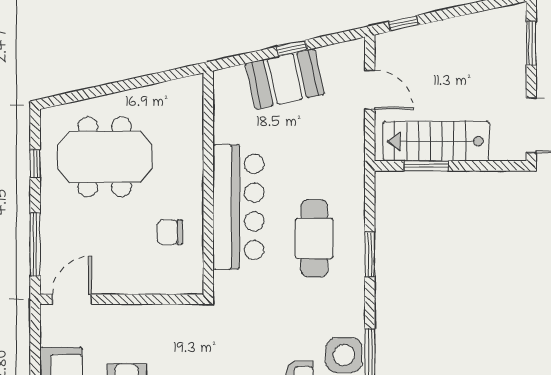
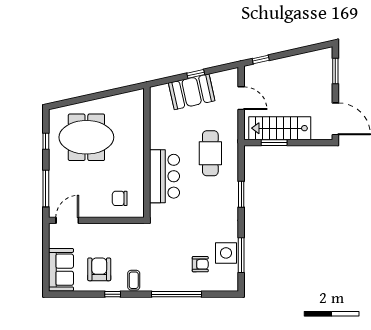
bar counter: (238, 207) -> (164, 176), width x0.73
chair: (170, 232) -> (120, 198), moved
cafe table: (314, 238) -> (210, 153), moved

